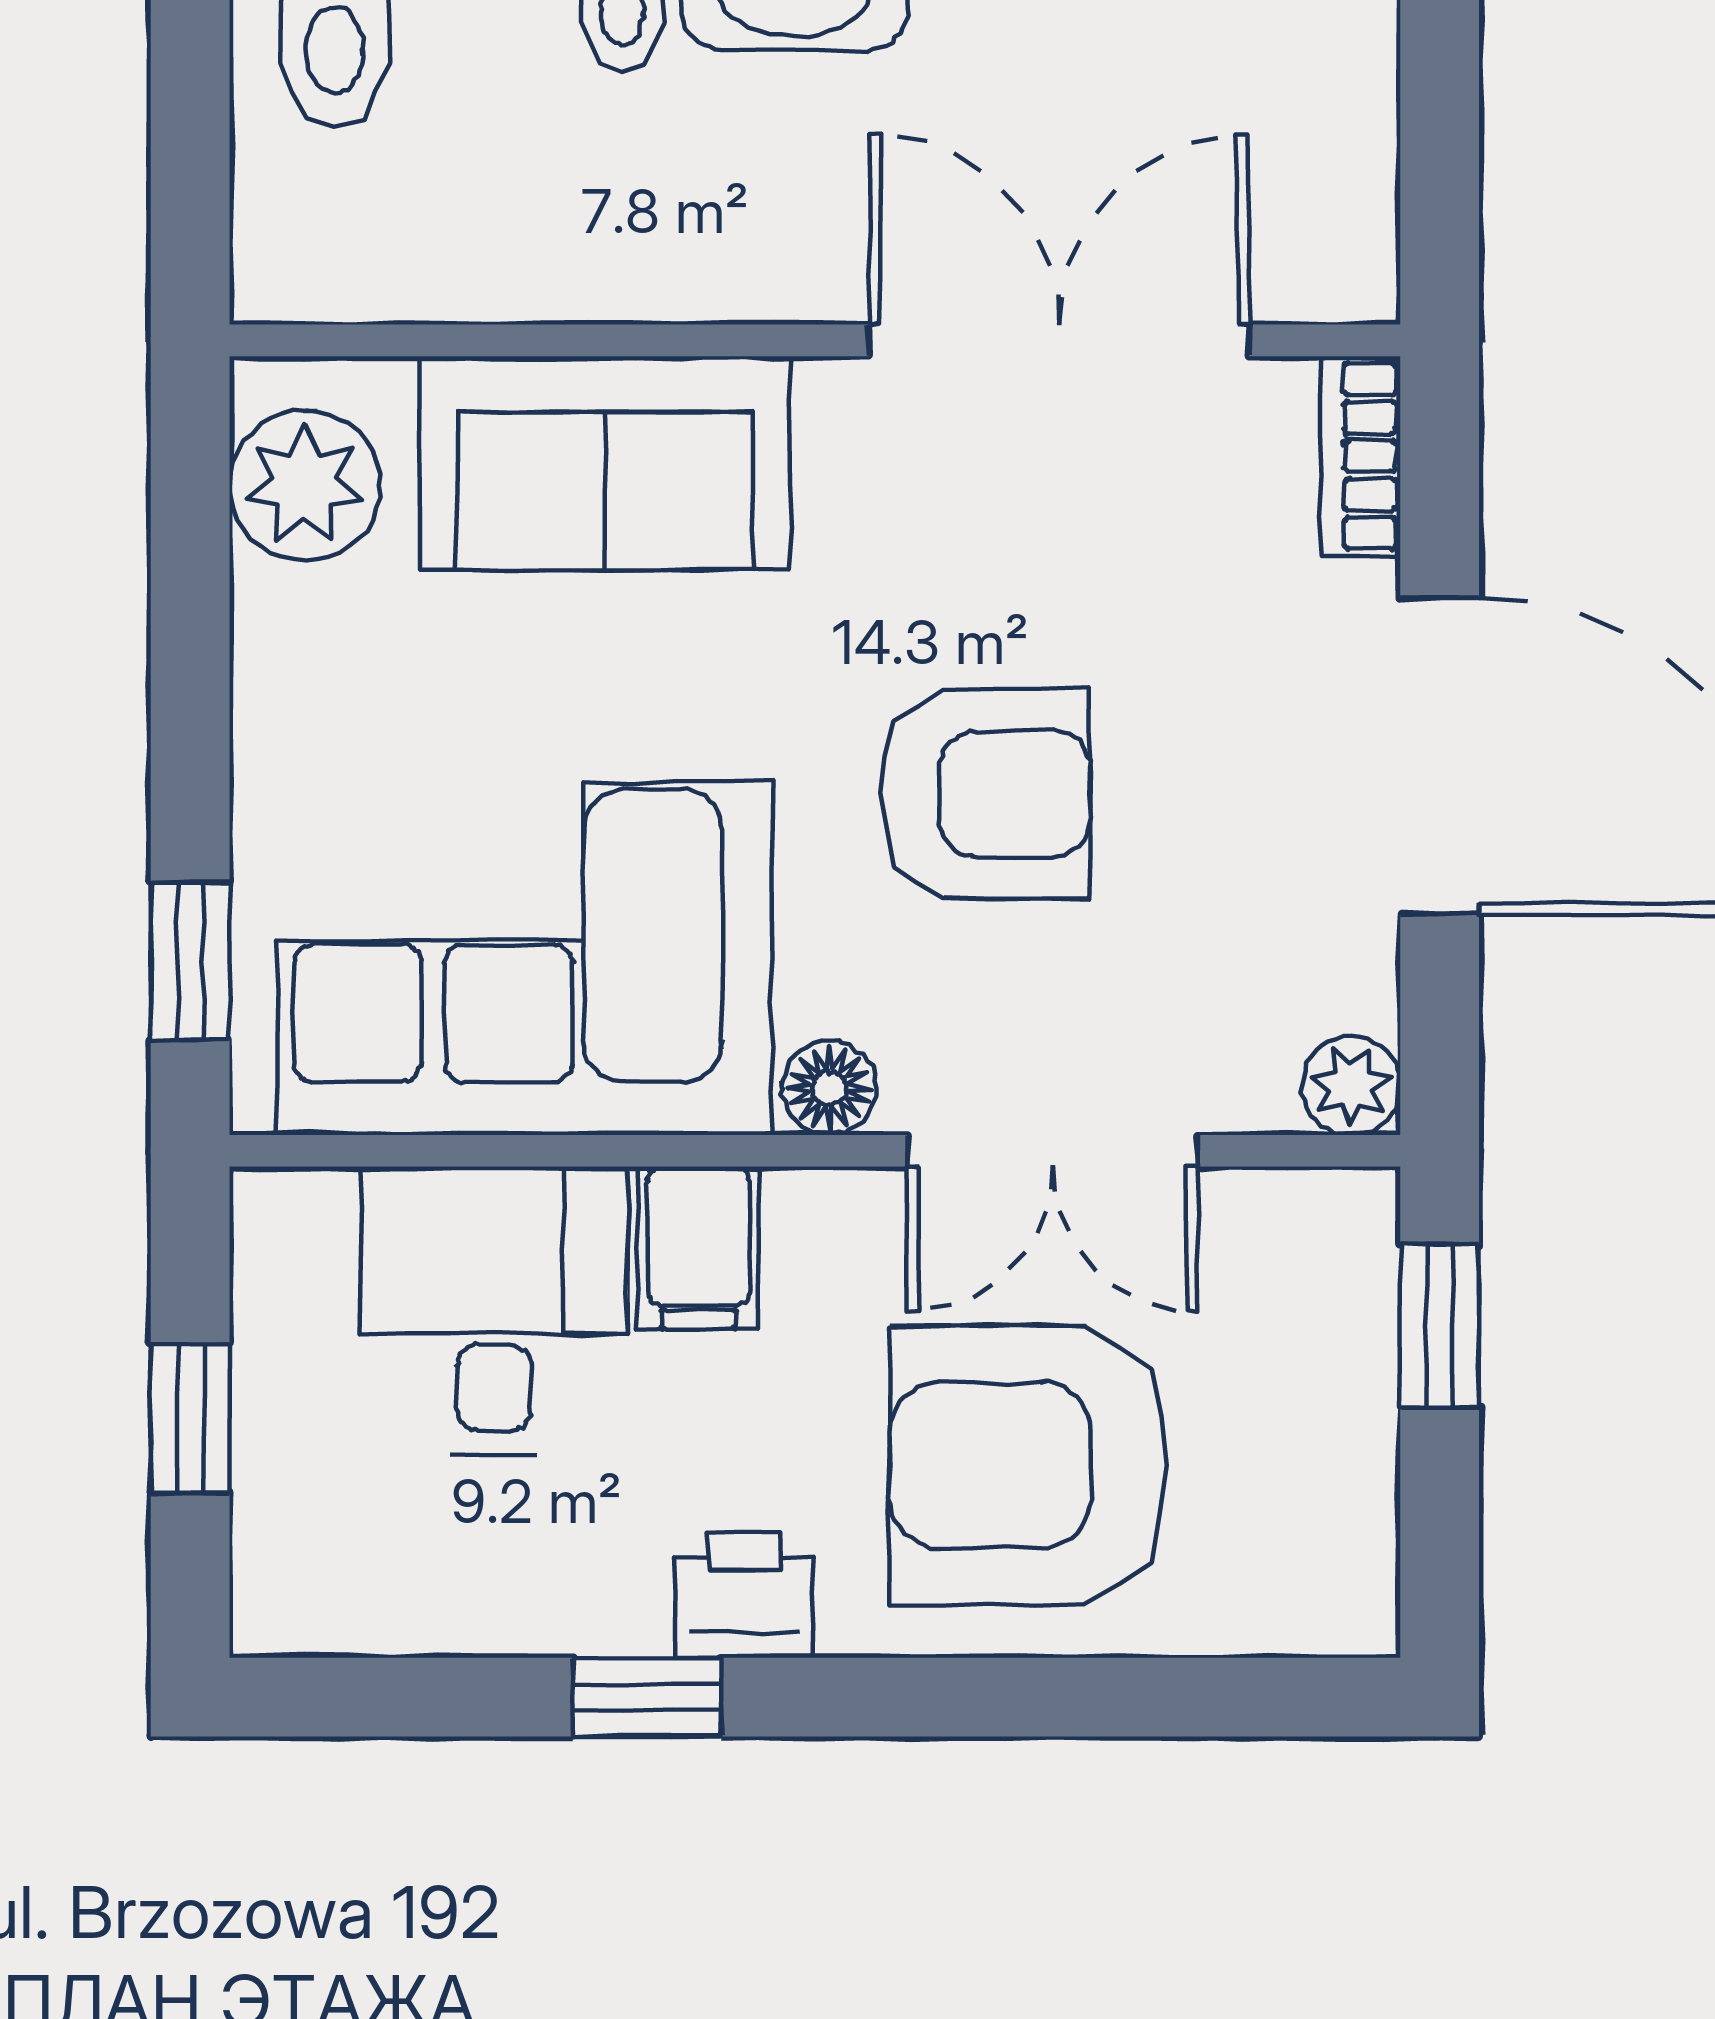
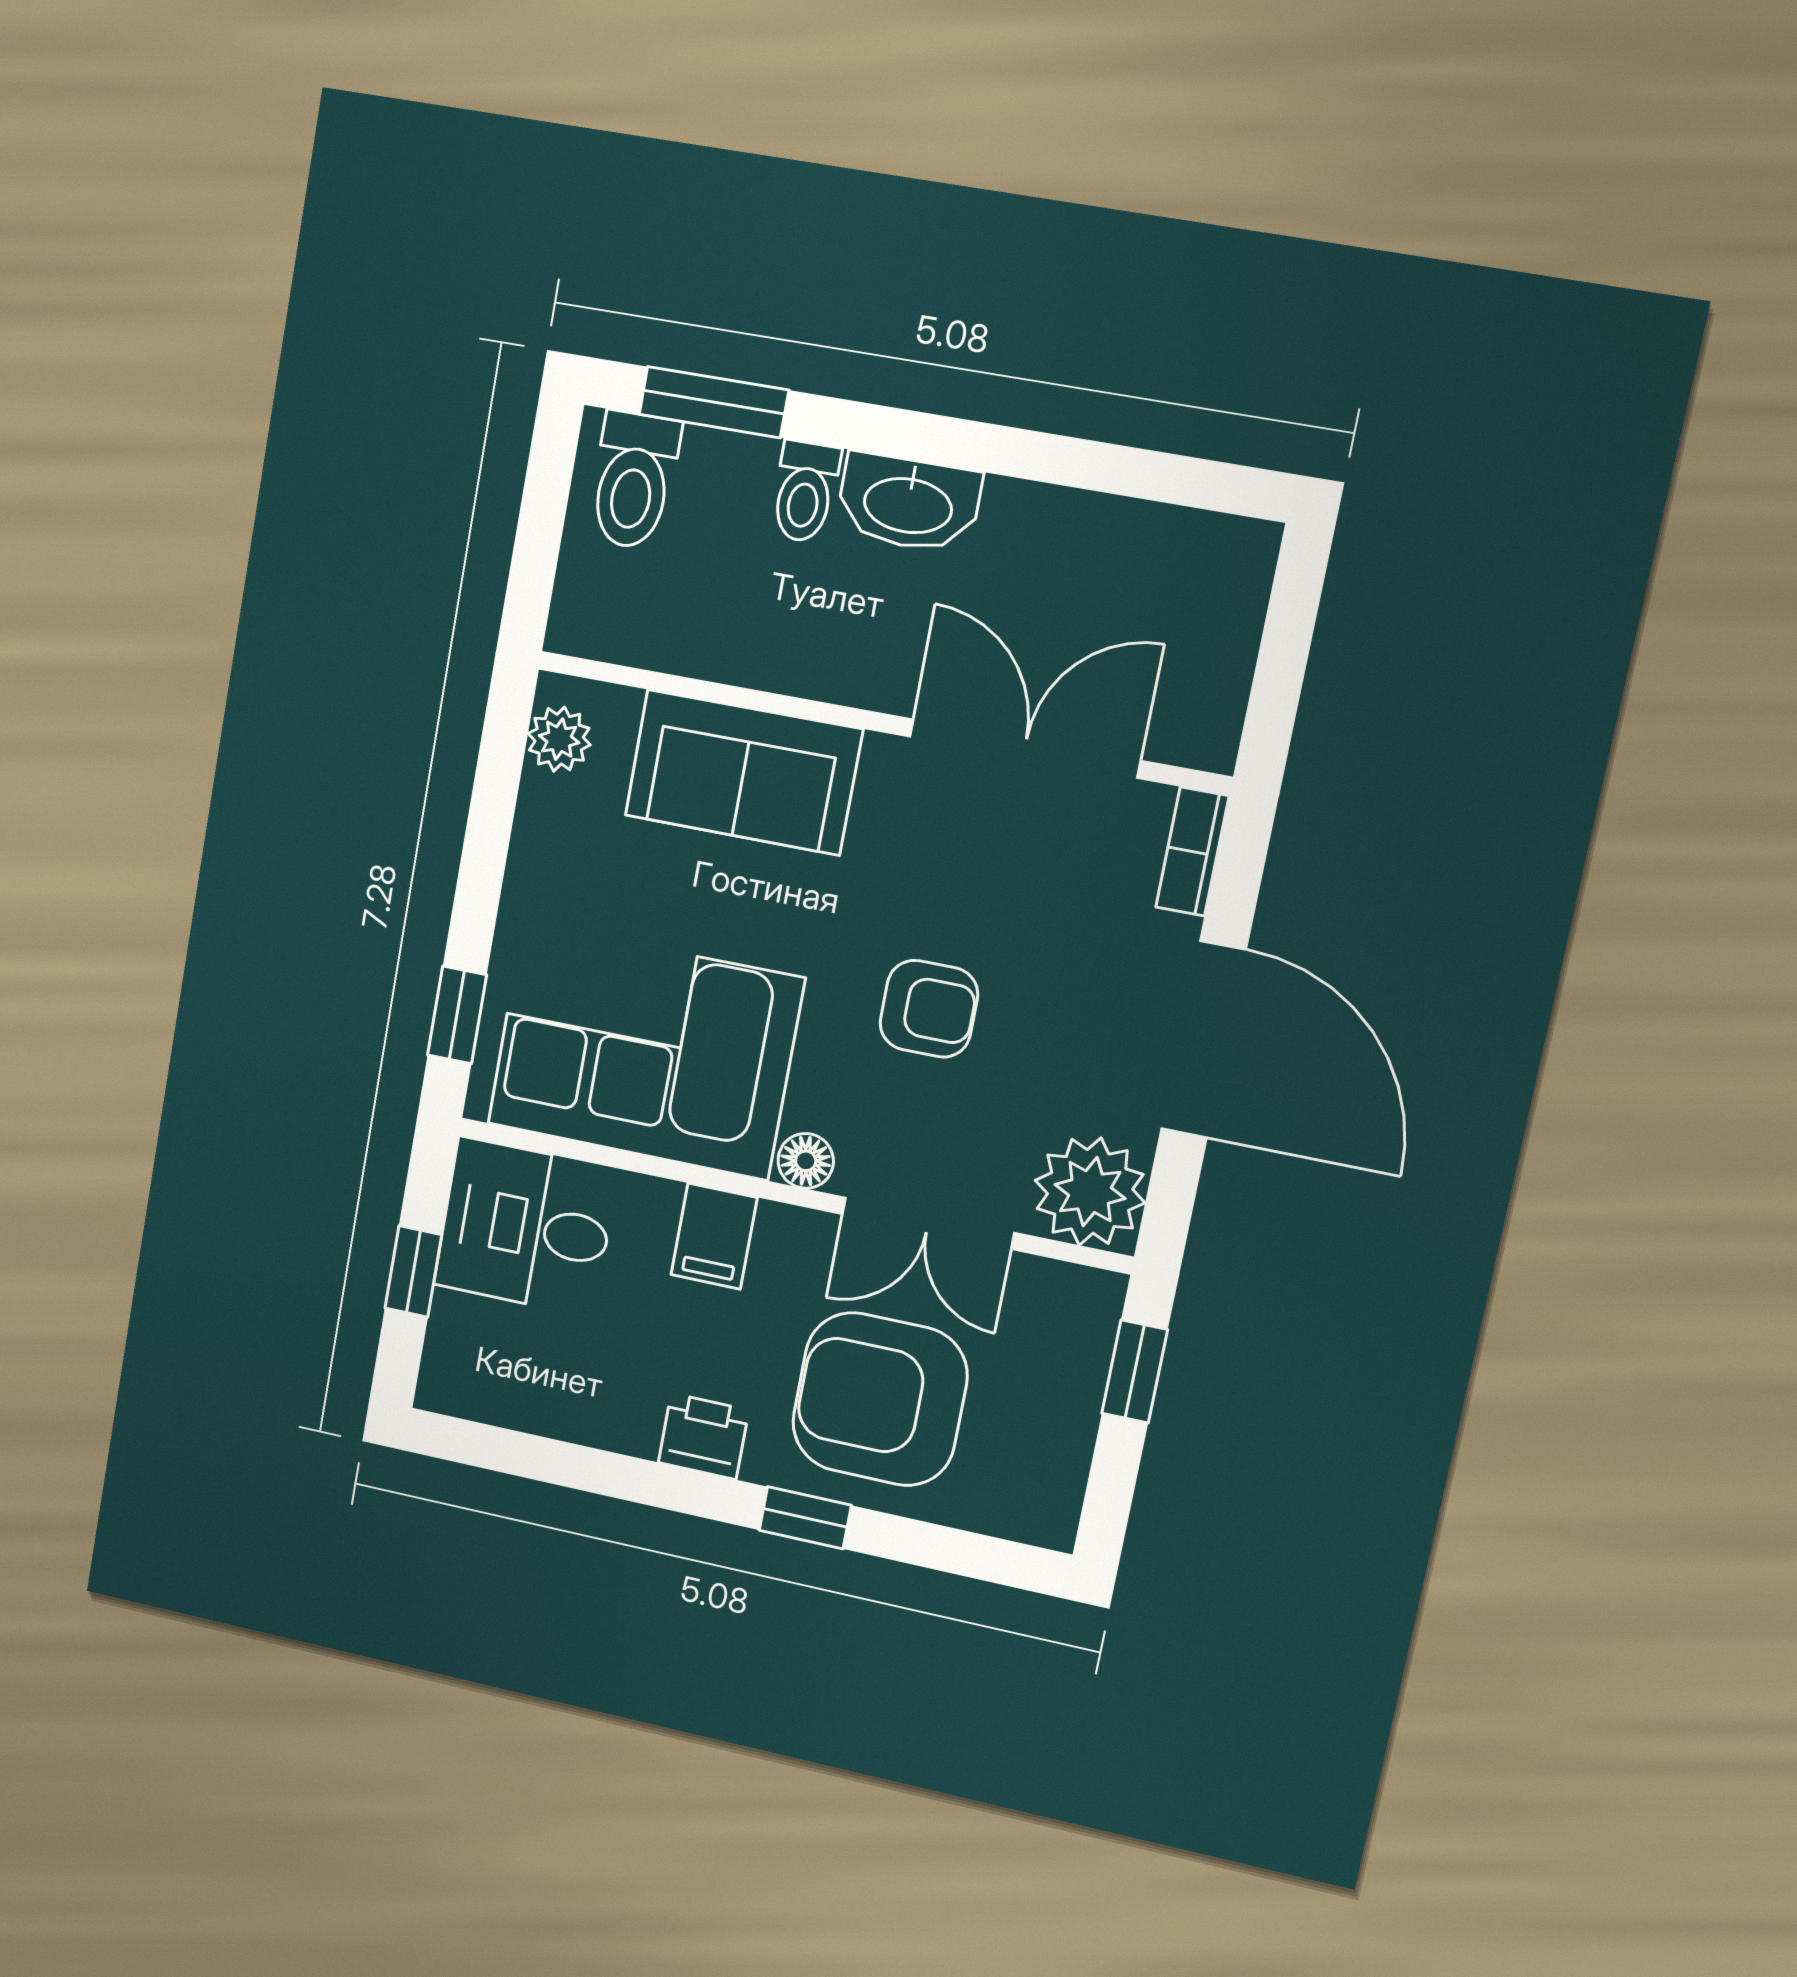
plant: (305, 485) -> (559, 739), width x0.73, depth x0.73
armchair: (985, 794) -> (929, 1009), width x0.72, depth x0.72
plant: (1351, 1086) -> (1090, 1192), width x1.88, depth x1.88
desk: (494, 1310) -> (526, 1227), moved, turned -90
window: (647, 1697) -> (805, 1518), moved

